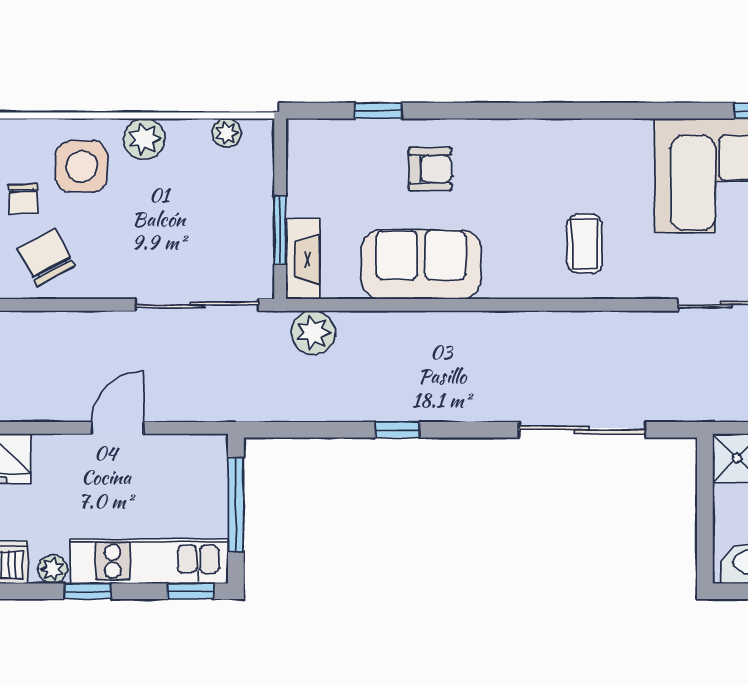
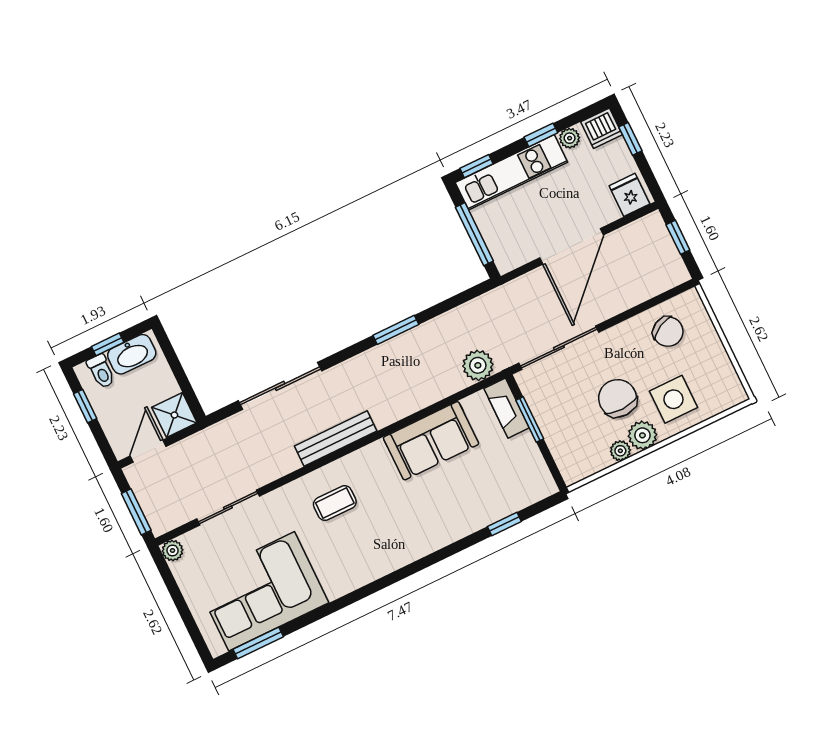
plant: (227, 133) -> (620, 451), moved
armchair: (430, 169) -> (454, 503), removed
chair: (23, 199) -> (618, 398), moved, width x1.87, depth x1.87
coffee table: (585, 244) -> (335, 503), turned 90
bench: (543, 327) -> (336, 438), added
door: (118, 428) -> (572, 246), width x1.88
window: (397, 430) -> (396, 330), width x1.50

